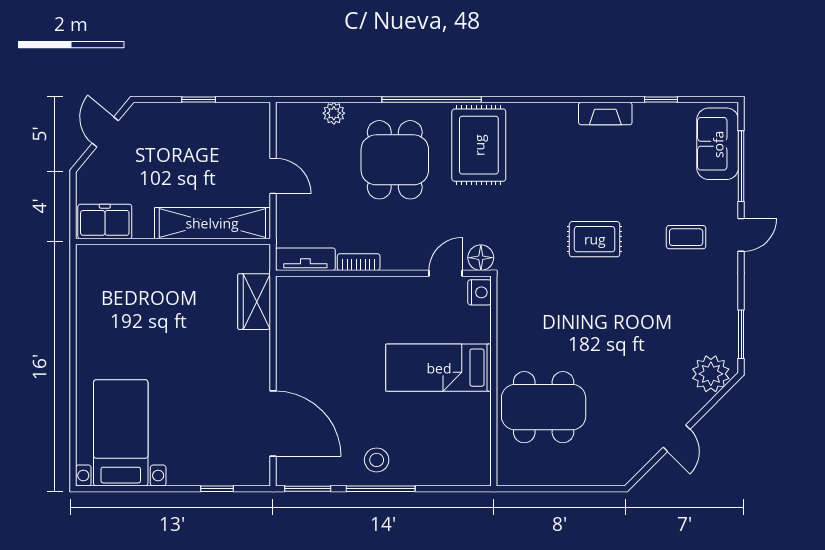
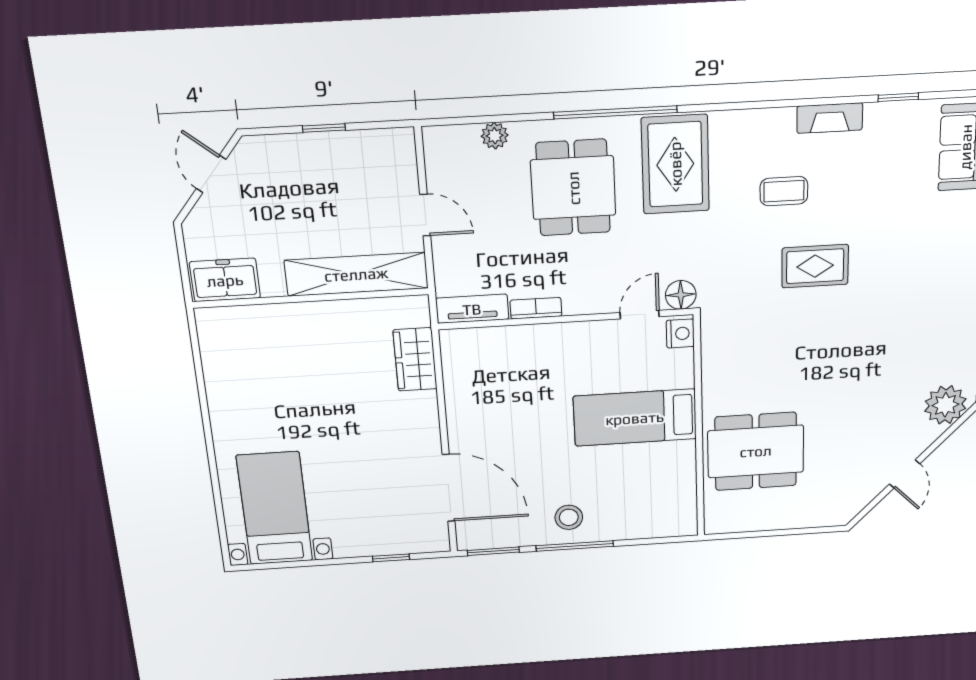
coffee table: (686, 237) -> (784, 191), moved

